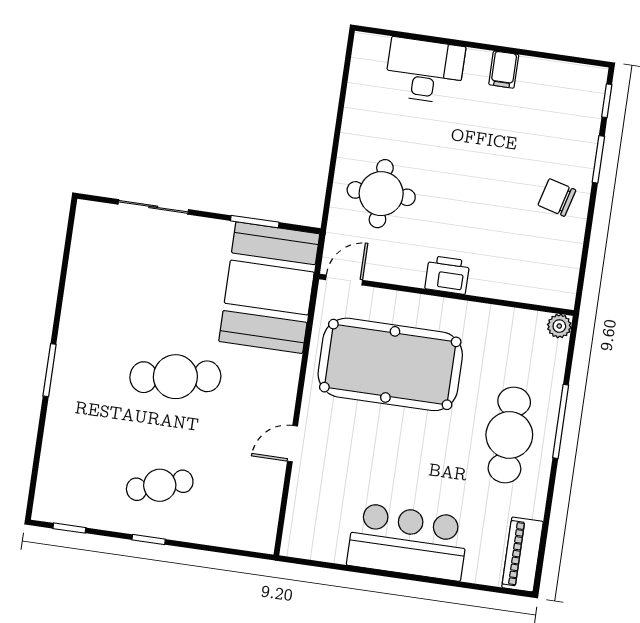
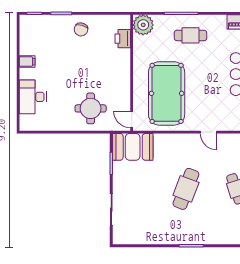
printer: (447, 275) -> (123, 39), moved
booth: (269, 288) -> (133, 147), width x0.73, depth x0.70
plant: (559, 326) -> (143, 25), width x1.88, depth x1.88
cafe table: (175, 377) -> (186, 189), turned 30
cafe table: (509, 435) -> (190, 35), width x0.73, depth x0.74

